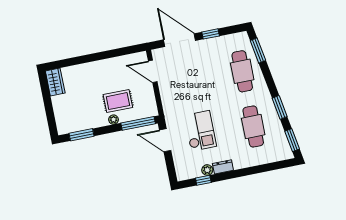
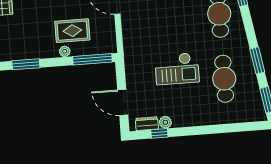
checkout: (200, 131) -> (177, 69), moved, turned 90
door: (165, 140) -> (123, 102), moved
dresser: (223, 167) -> (147, 124), moved

